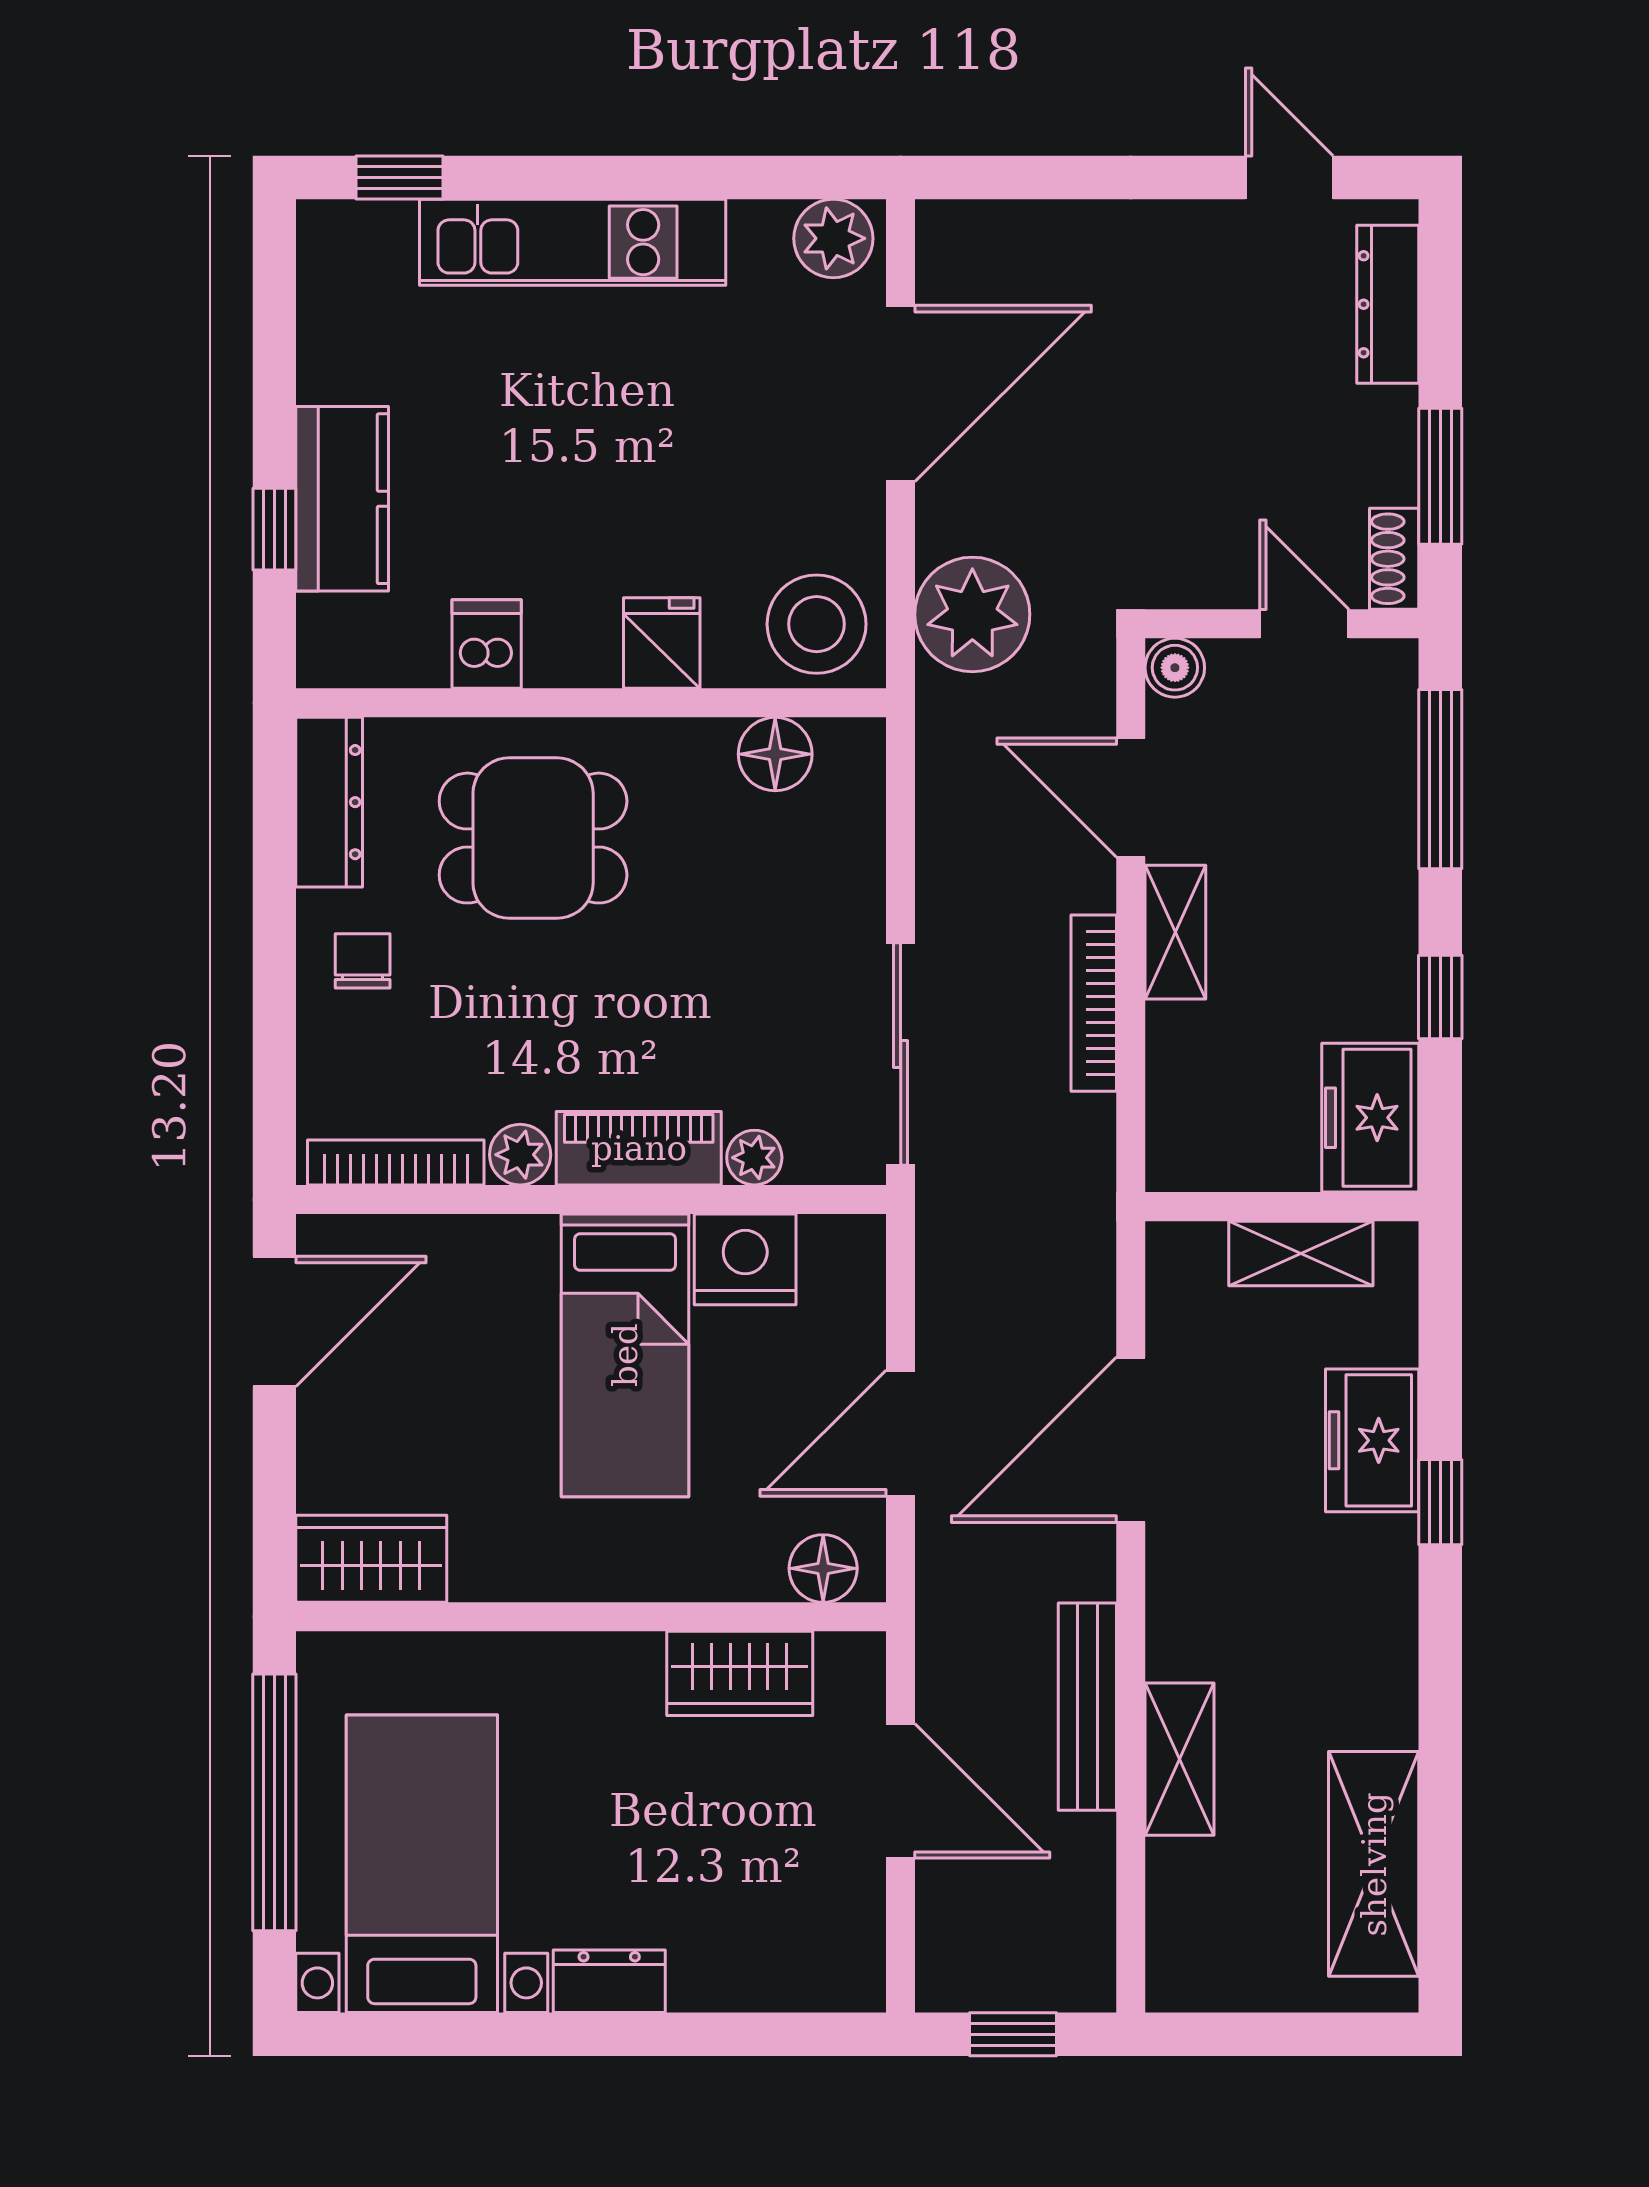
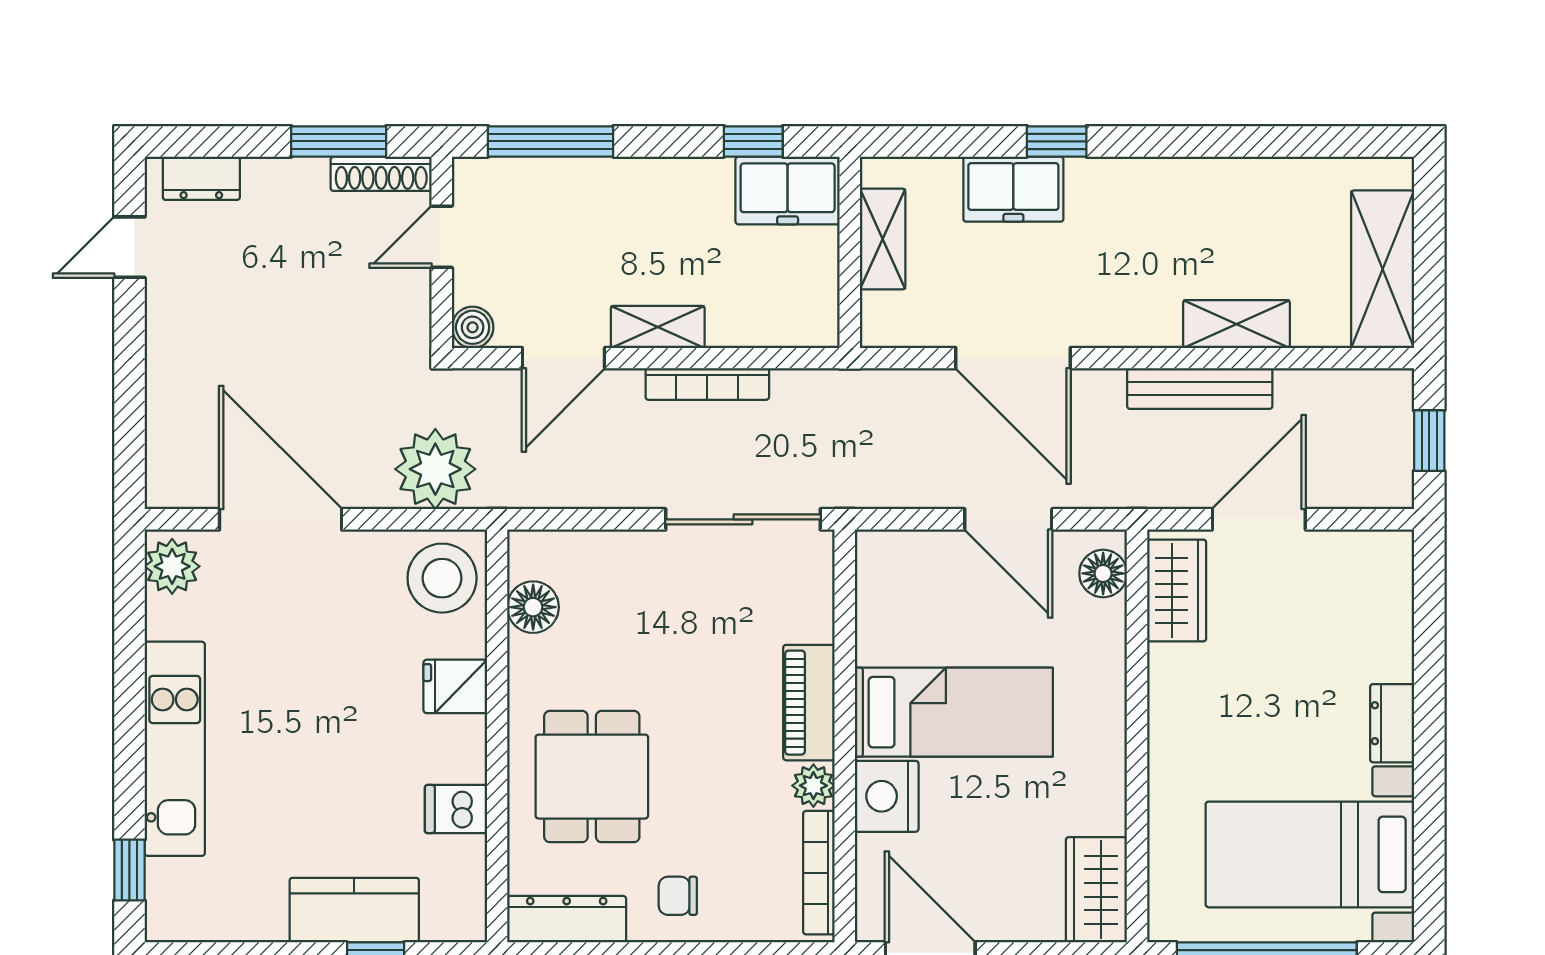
dresser: (1388, 304) -> (201, 178), width x0.70
shoe rack: (1394, 559) -> (381, 174), width x1.43
window: (1440, 997) -> (753, 141), moved
plant: (754, 1158) -> (815, 622), removed
nightstand: (745, 1259) -> (887, 796), moved
wardrobe: (740, 1673) -> (1177, 590), moved
shelving: (1374, 1864) -> (1383, 269), moved, turned 90

